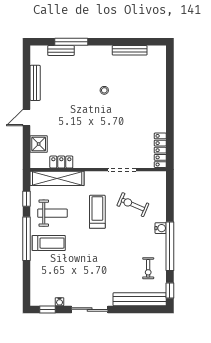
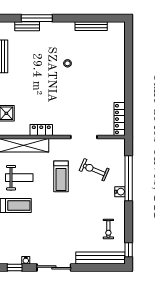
locker: (61, 162) -> (41, 130), moved
treadmill: (97, 212) -> (61, 176), turned 180
window: (170, 246) -> (129, 178), moved

